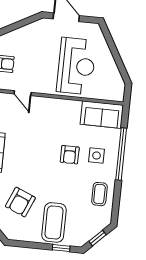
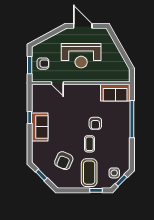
reception desk: (76, 66) -> (81, 56), moved, turned 90
side table: (96, 156) -> (114, 173), moved
coffee table: (99, 194) -> (90, 144), moved

